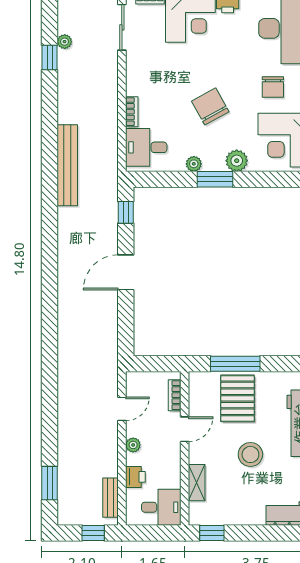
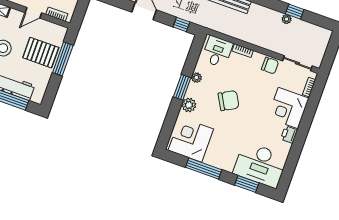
plant: (65, 42) -> (287, 19), moved
chair: (273, 87) -> (270, 66), moved, turned 180
door: (185, 429) -> (33, 13), hinge flipped

